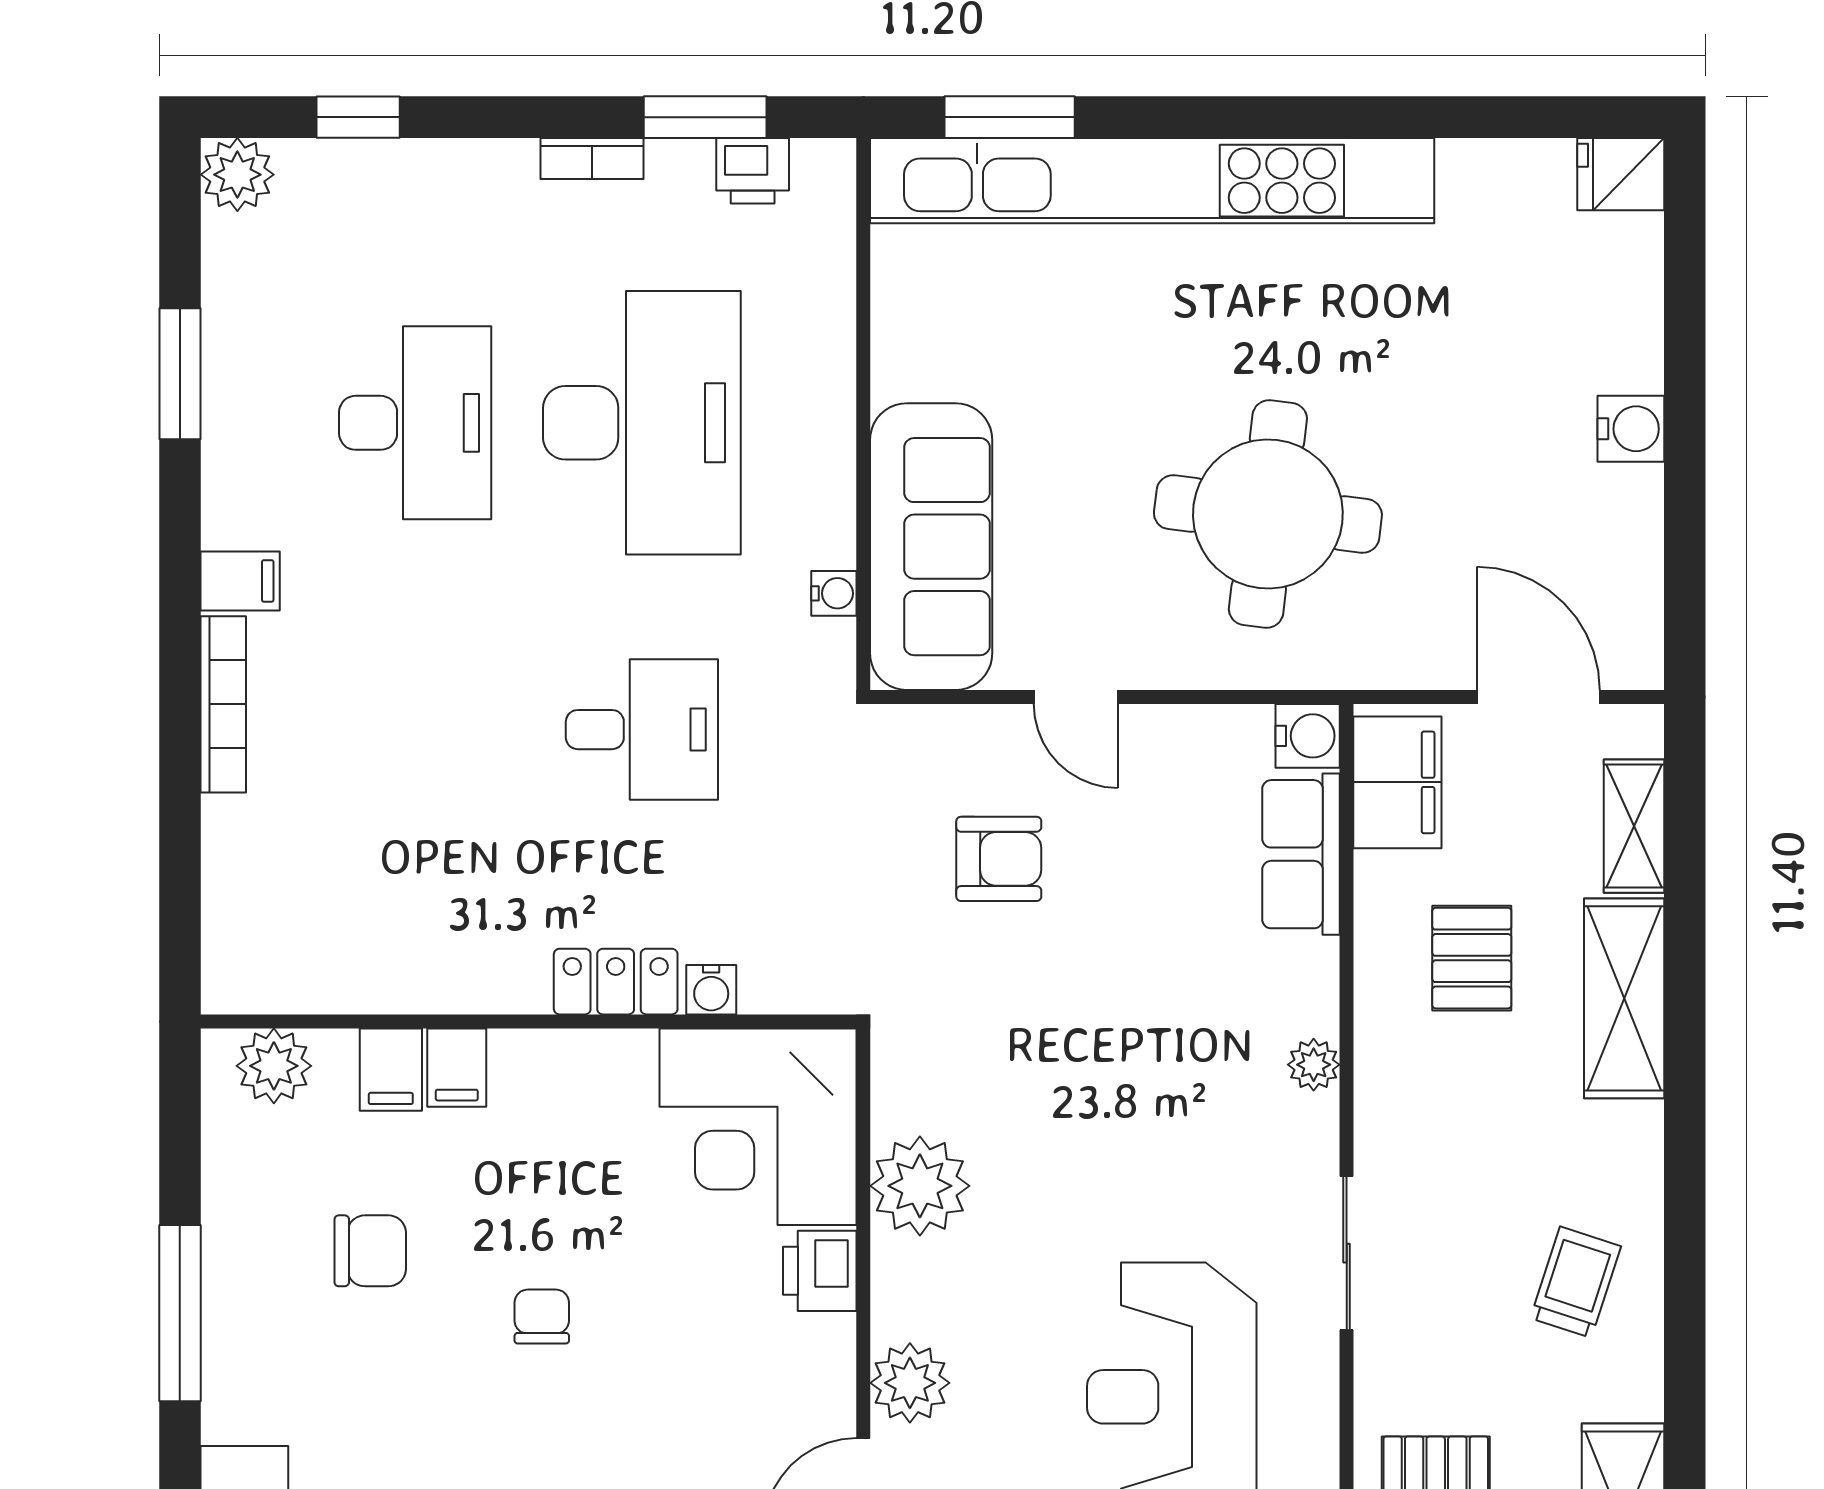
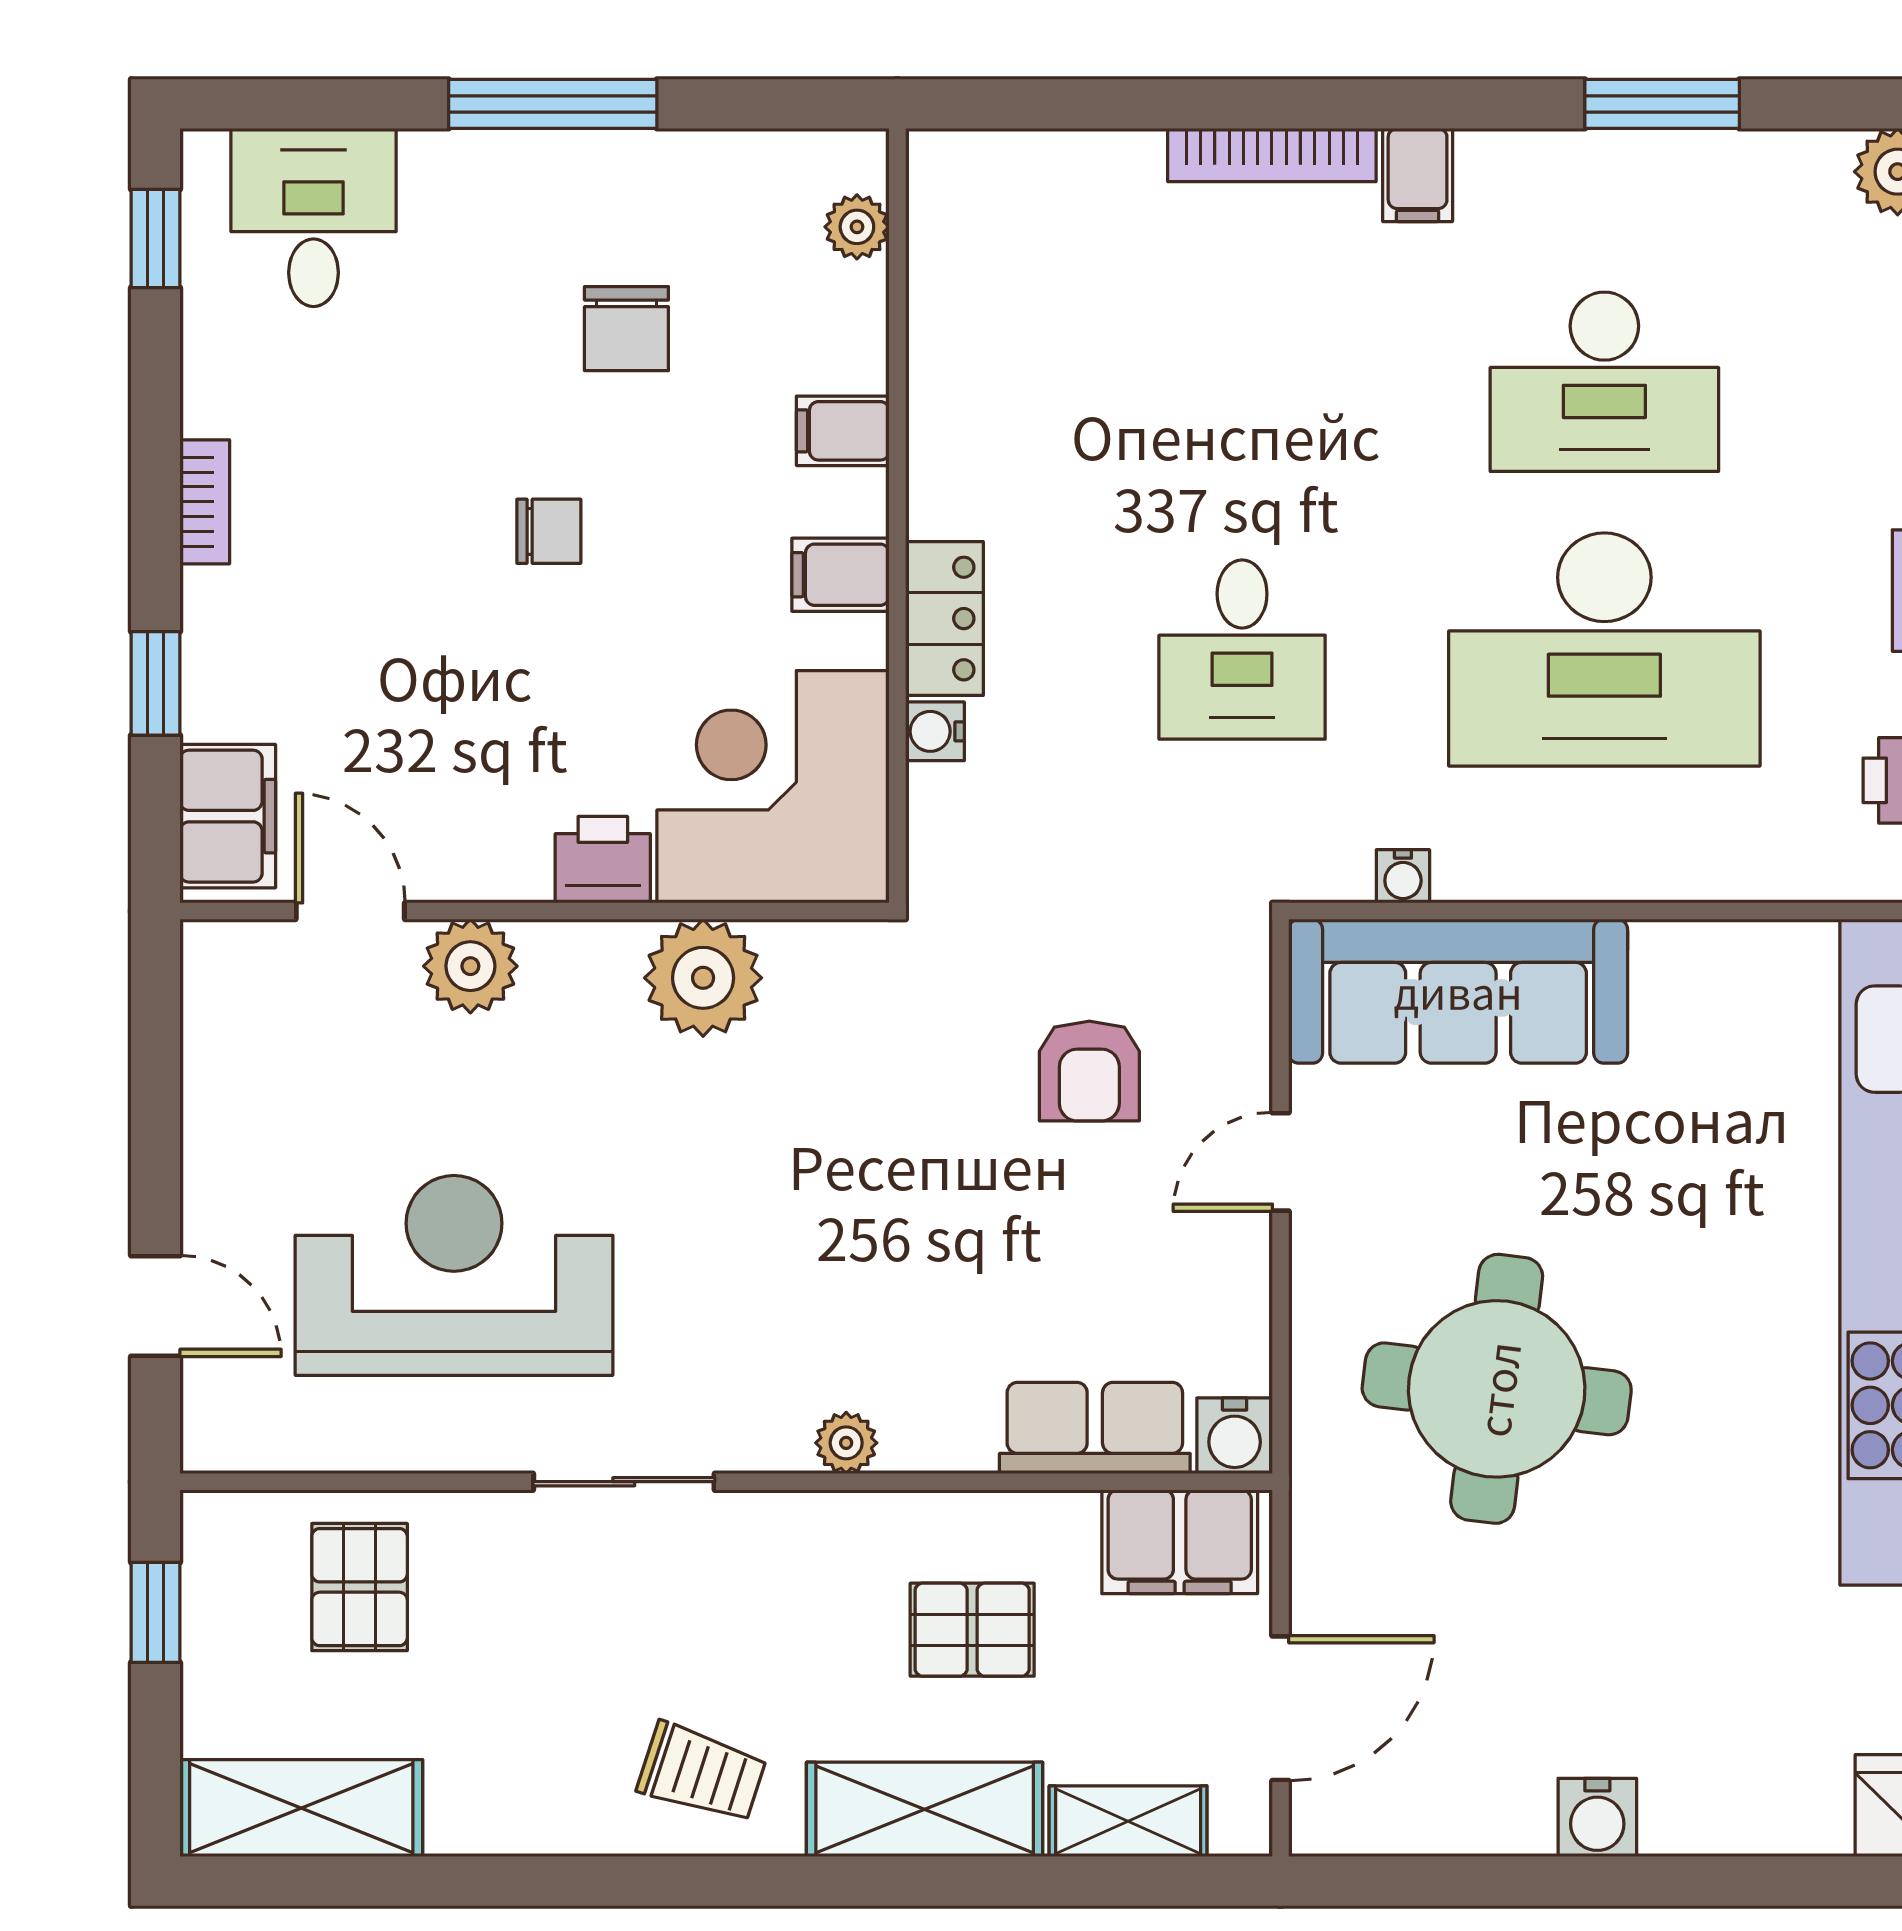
plant: (274, 1066) -> (857, 227), width x0.73, depth x0.73
filing cabinet: (391, 1070) -> (840, 575), moved
trolley: (1576, 1282) -> (702, 1773), moved

